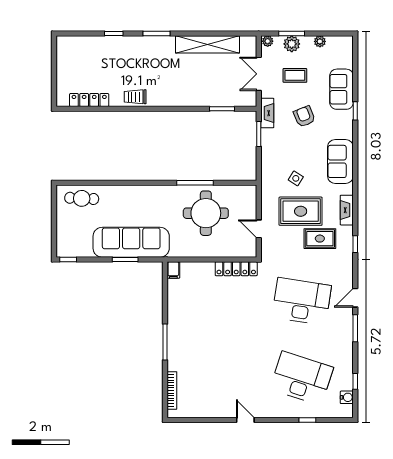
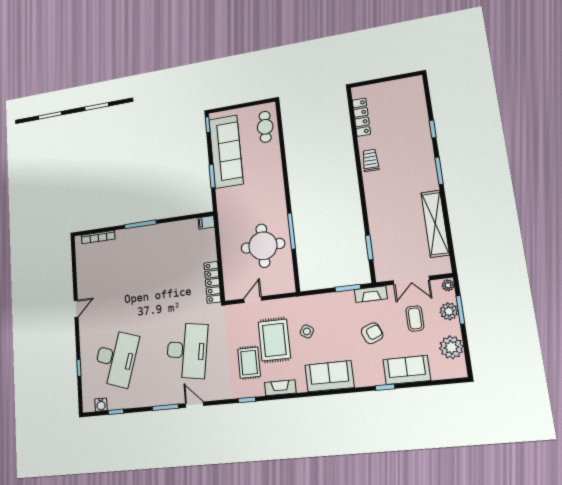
plant: (320, 41) -> (451, 347), width x1.88, depth x1.88
double door: (259, 74) -> (411, 280), swing flipped
sofa: (131, 242) -> (226, 152), moved

